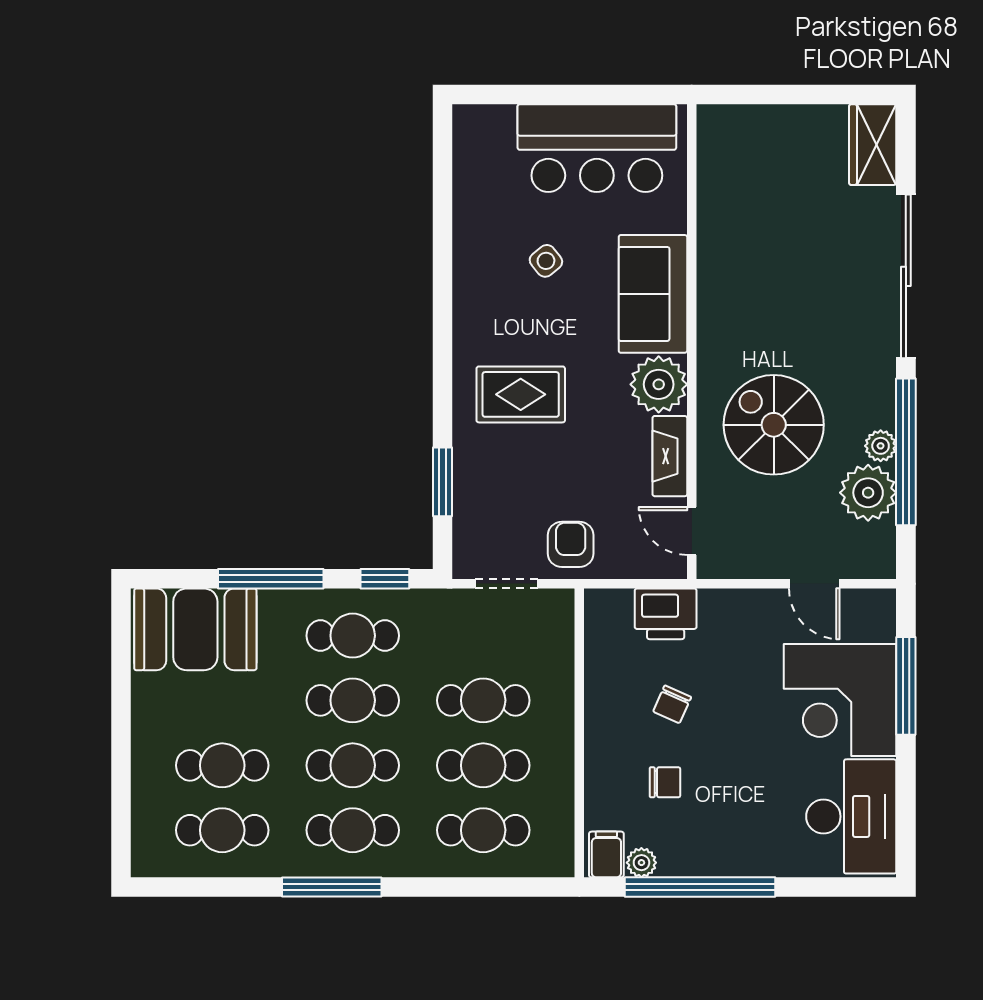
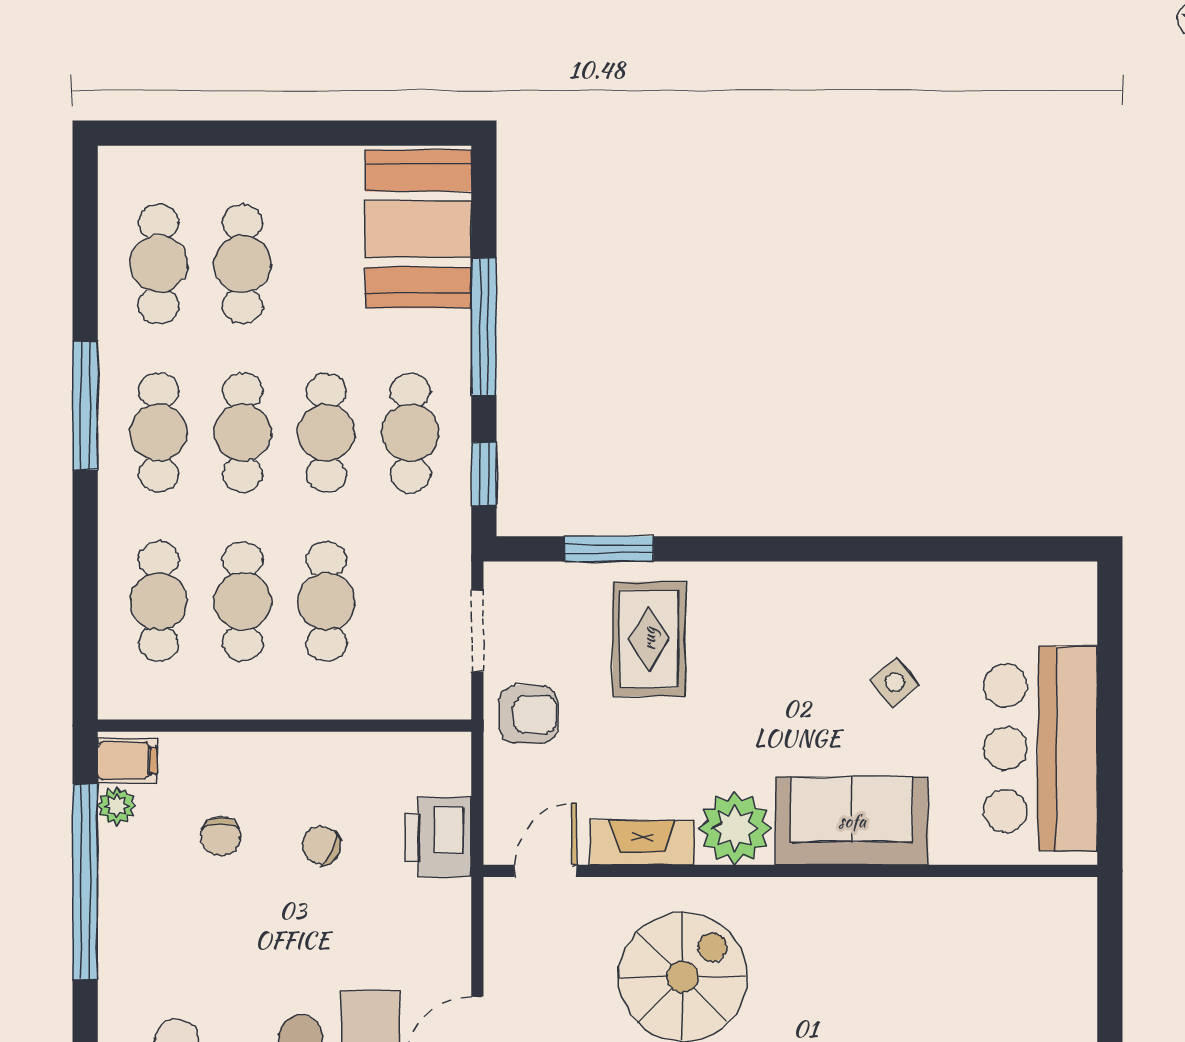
rug: (521, 394) -> (649, 639), moved

